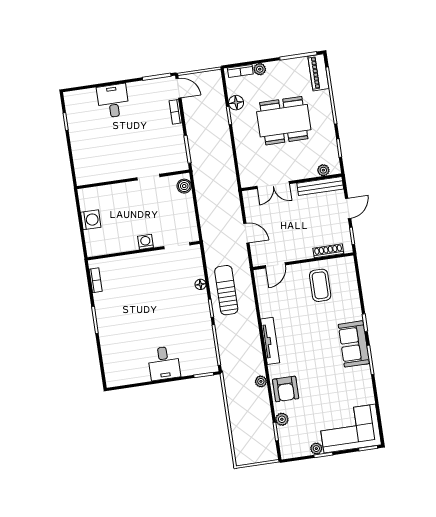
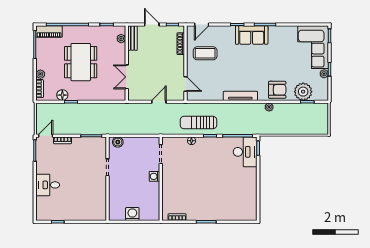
double door: (273, 185) -> (127, 77), swing flipped
bench: (320, 186) -> (132, 38), width x0.73
door: (358, 275) -> (202, 25), added
desk: (164, 363) -> (245, 152), moved, width x1.37
plant: (282, 419) -> (303, 92), width x1.87, depth x1.87

